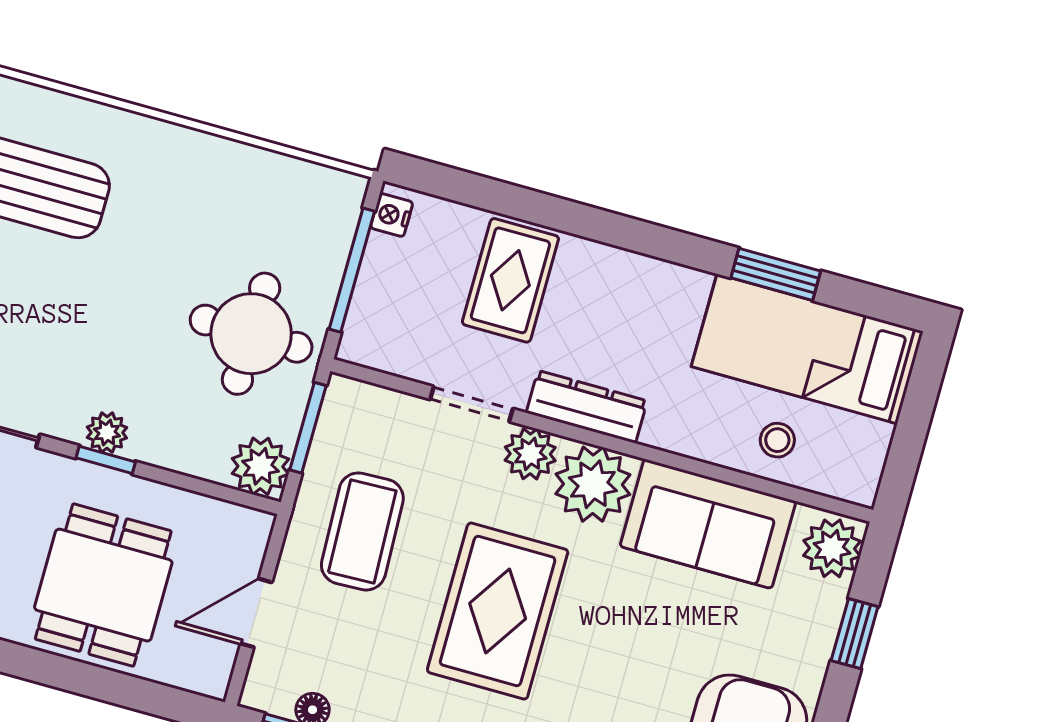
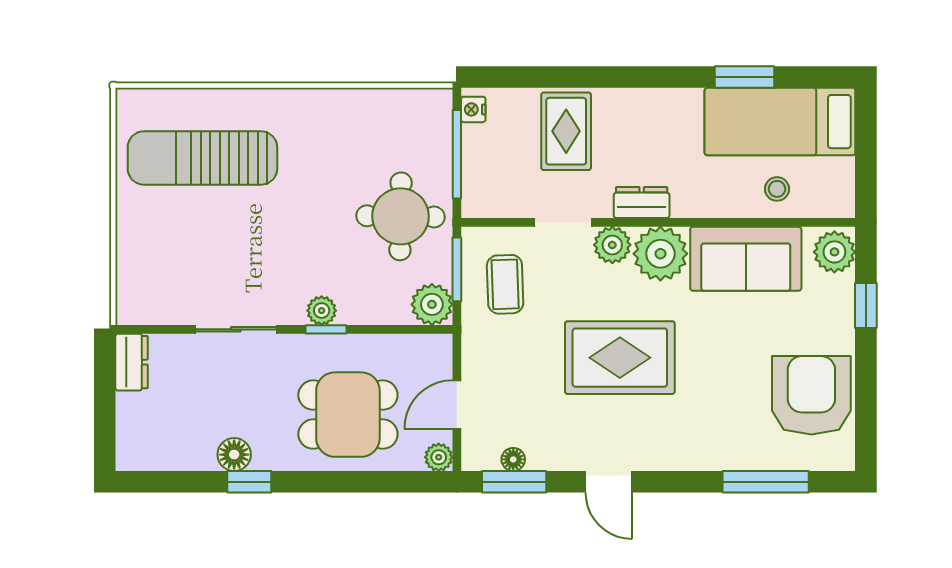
dresser: (587, 407) -> (642, 202), width x0.70
coffee table: (362, 531) -> (505, 284), moved, width x0.73, depth x0.77
dining table: (103, 585) -> (348, 415), turned 90
rug: (498, 611) -> (620, 358), turned 90
plant: (211, 678) -> (439, 457), added

